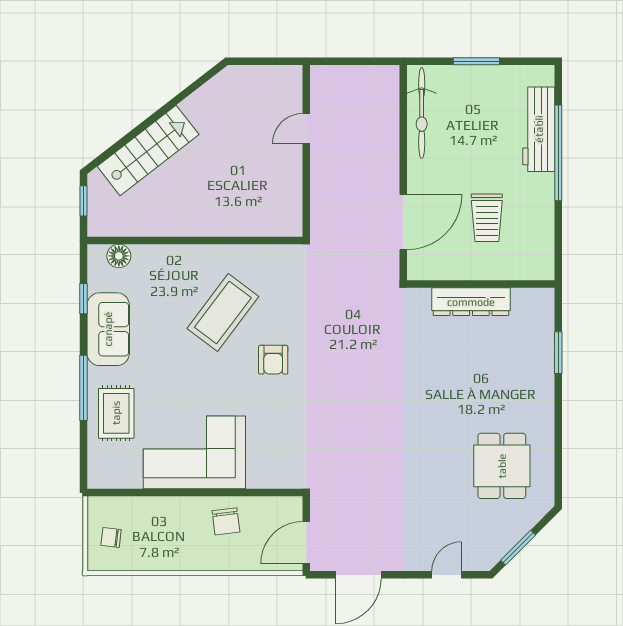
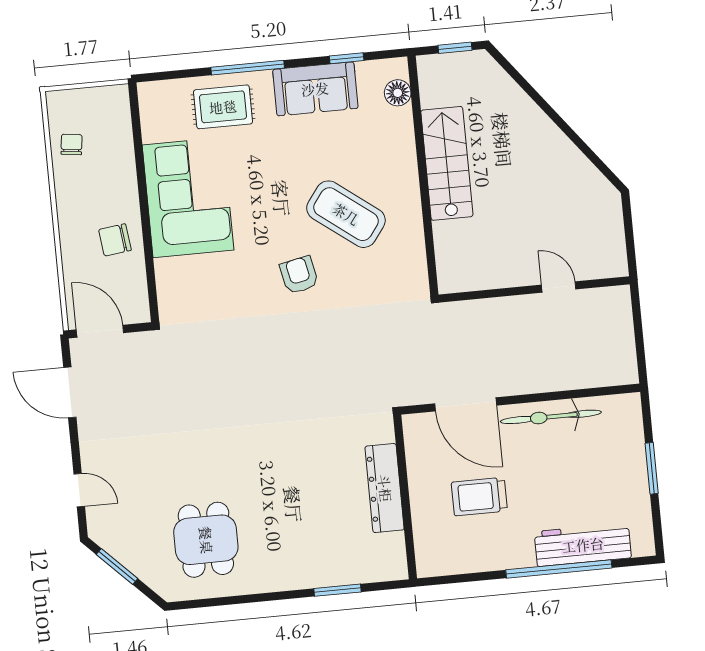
bicycle: (422, 113) -> (551, 417), moved
stairs: (148, 150) -> (447, 163), moved, turned -142
armchair: (273, 360) -> (299, 275), turned 78
dining table: (502, 466) -> (206, 540), turned 90
chair: (111, 537) -> (71, 144), moved

